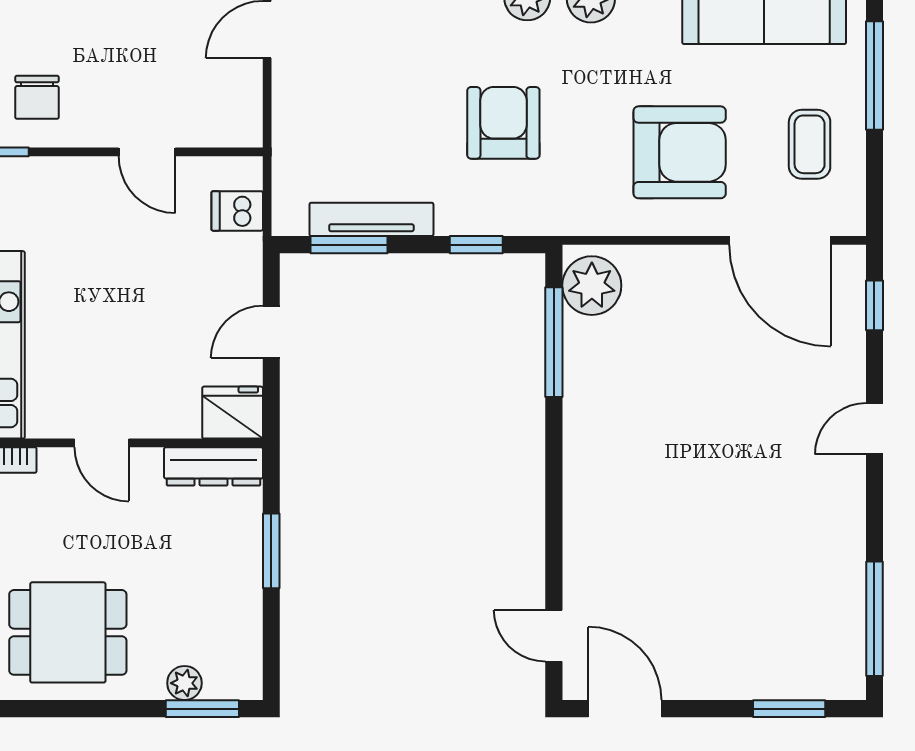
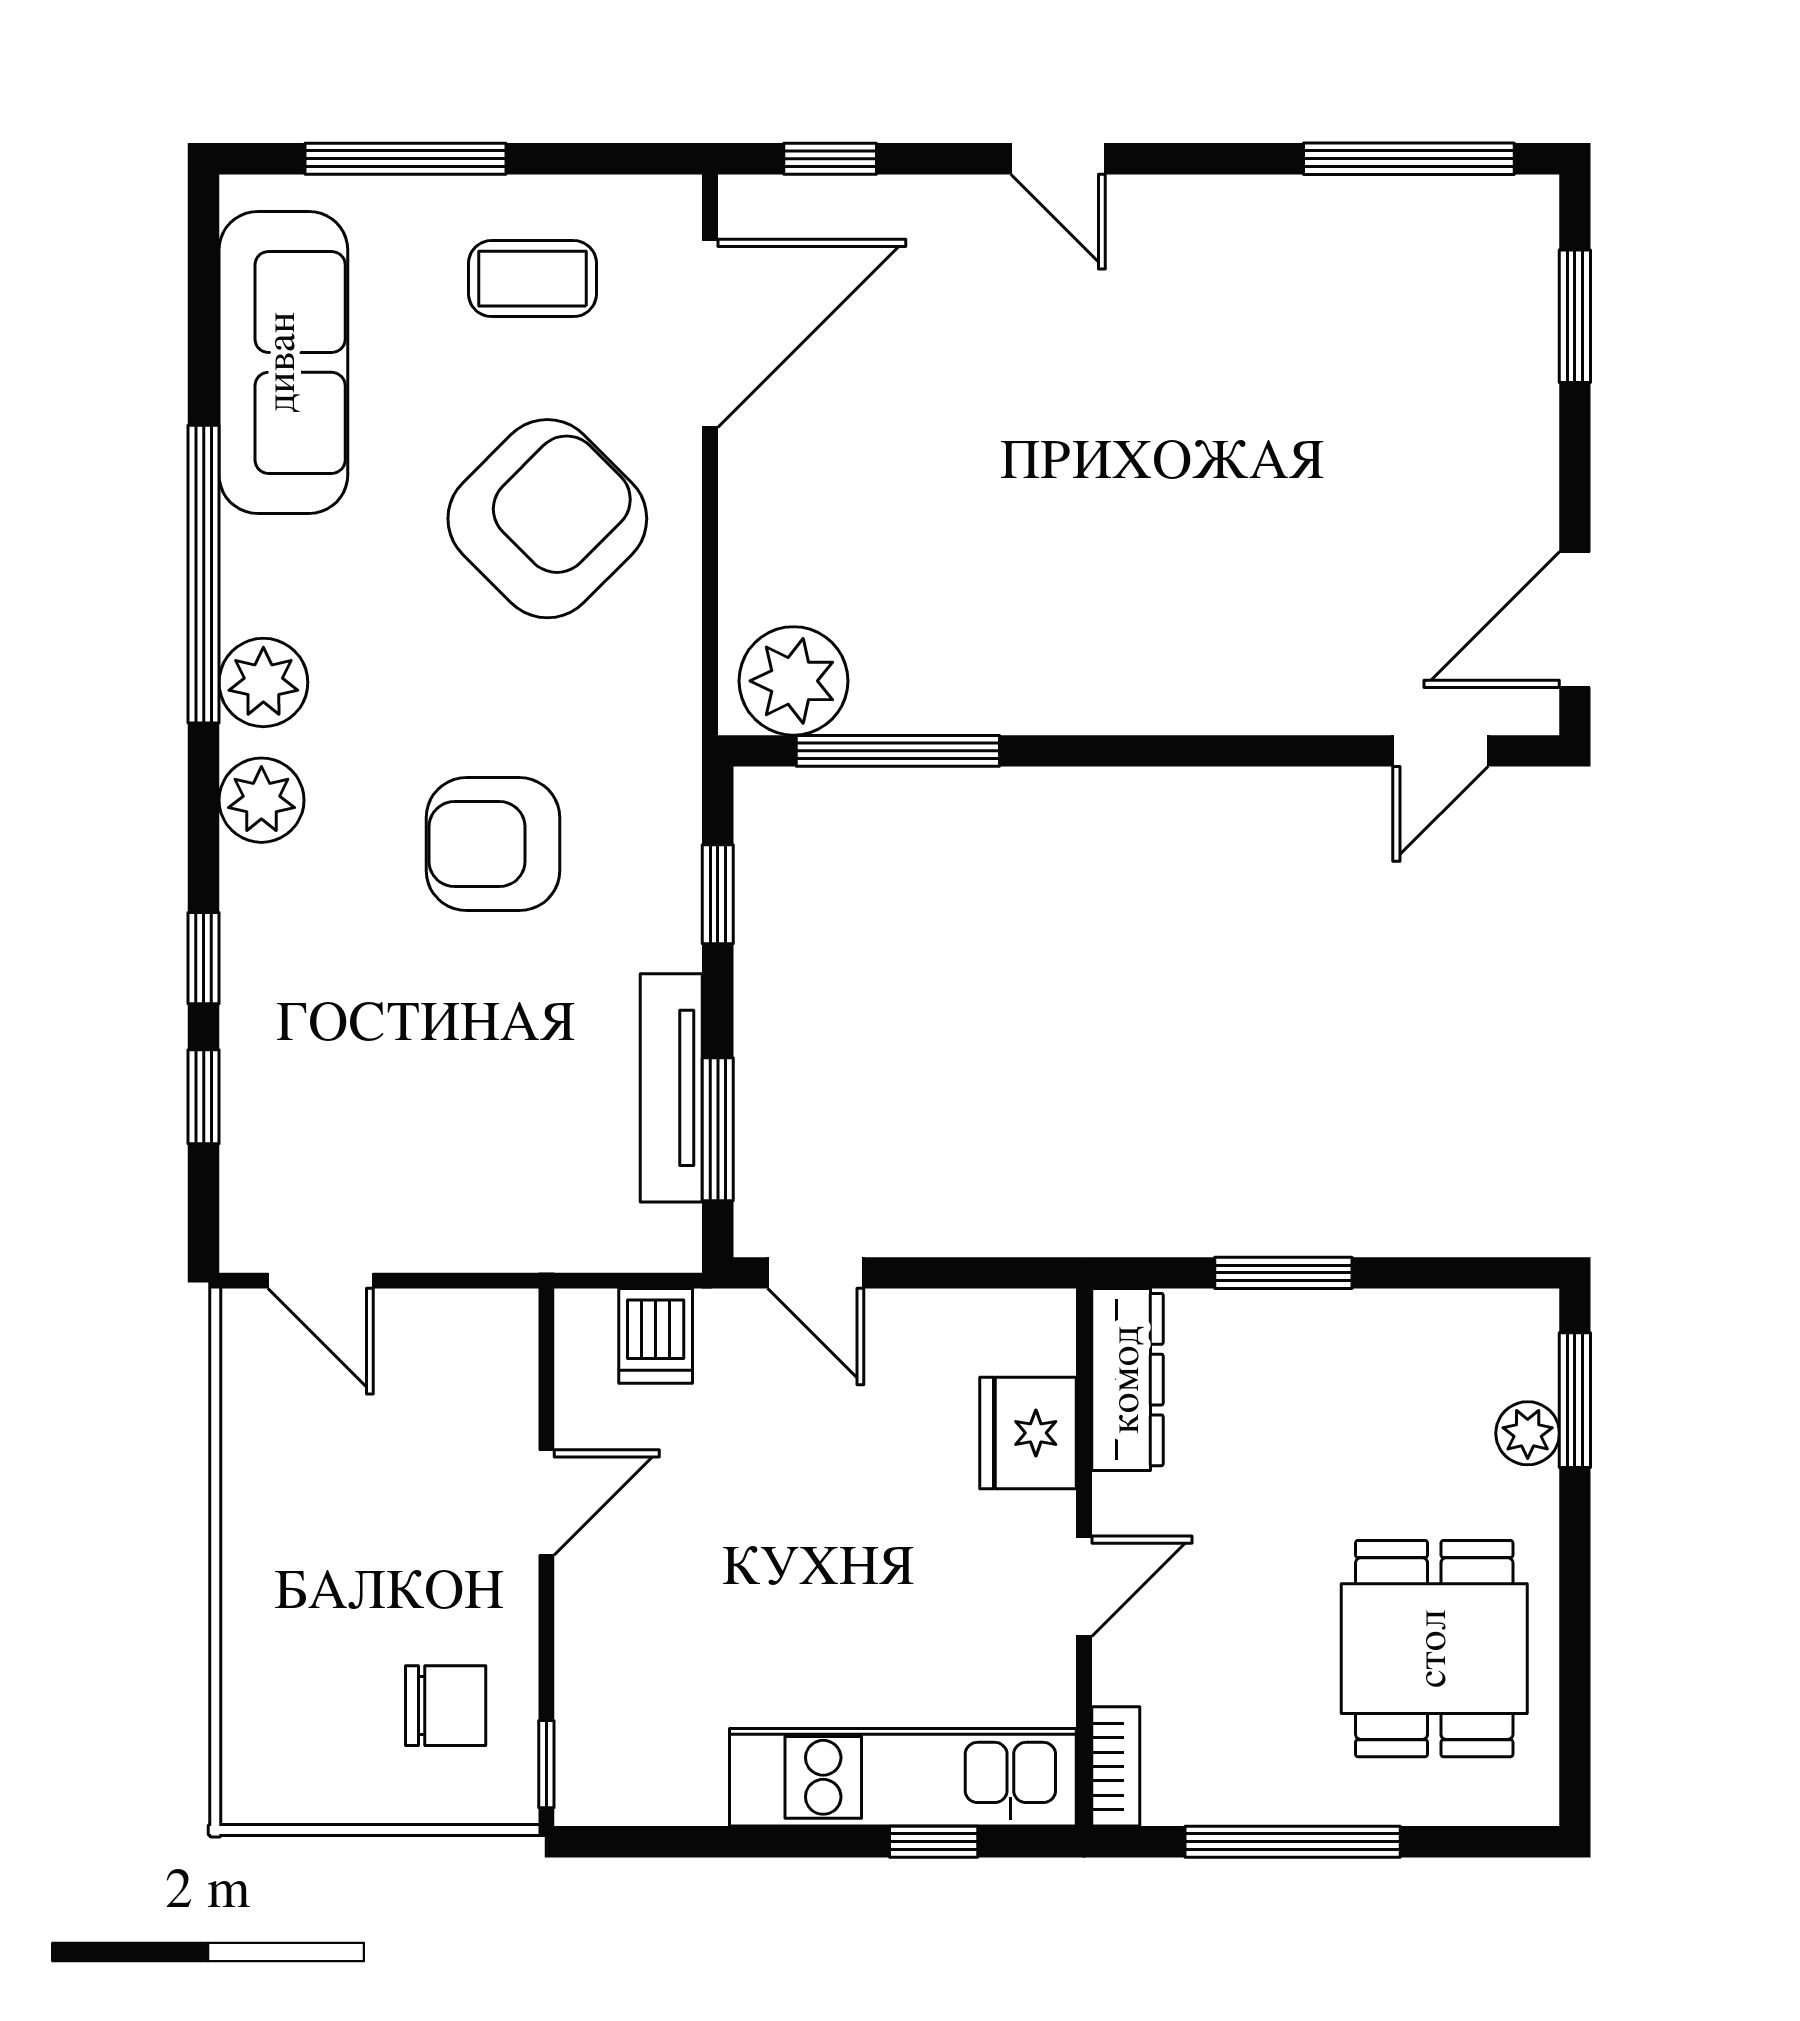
armchair: (680, 152) -> (547, 519), turned 45
door: (271, 332) -> (816, 1273), moved
fridge: (233, 413) -> (1028, 1433), moved

